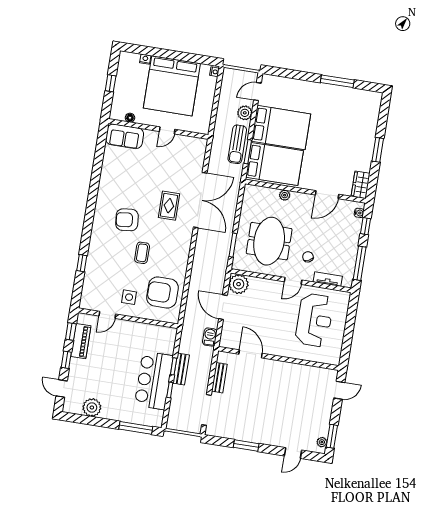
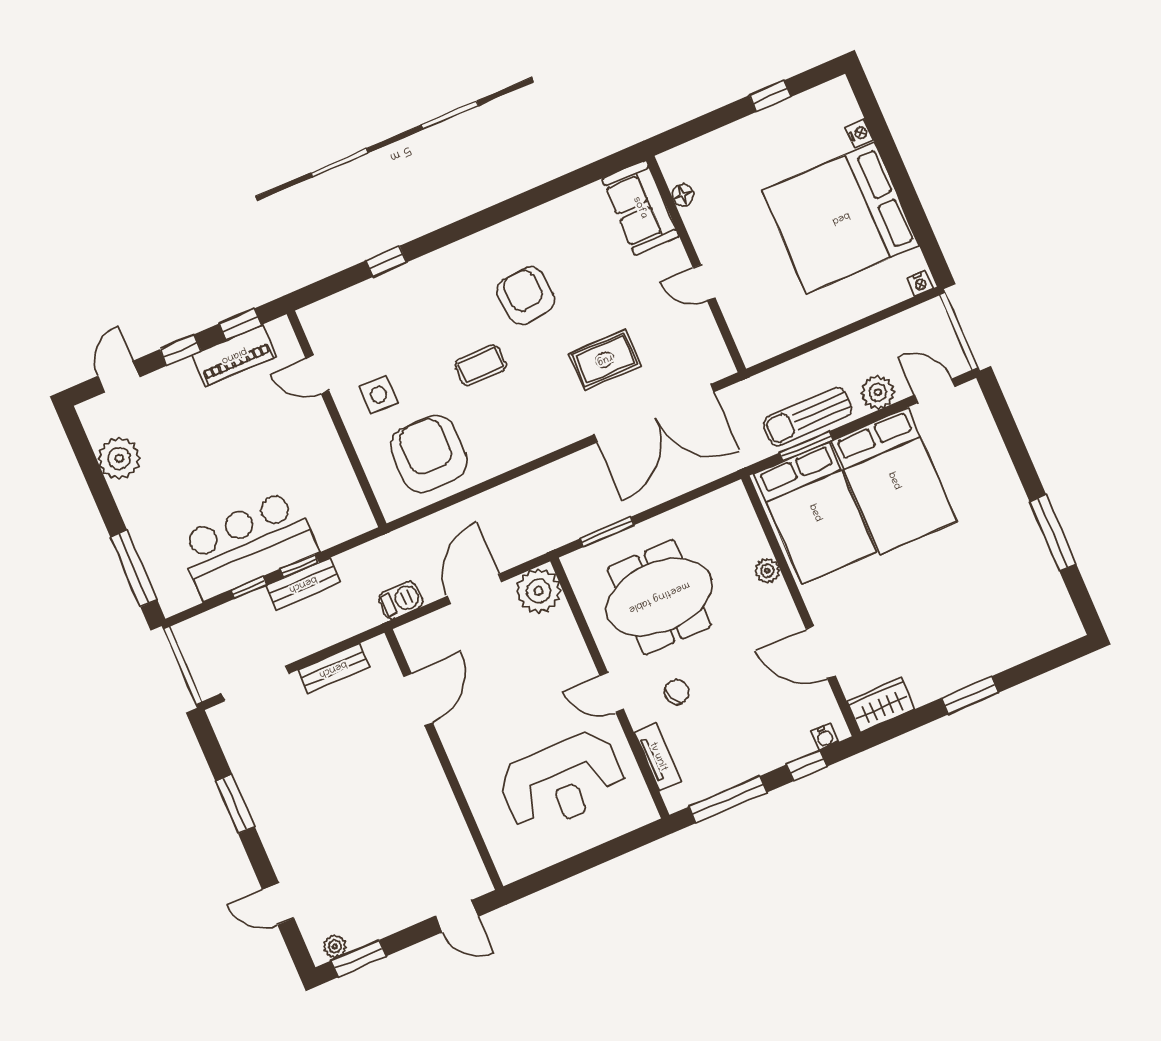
floor lamp: (130, 118) -> (683, 195), moved
wall: (158, 129) -> (696, 264), moved
door: (167, 130) -> (704, 283), moved
sofa: (125, 136) -> (640, 208), moved

